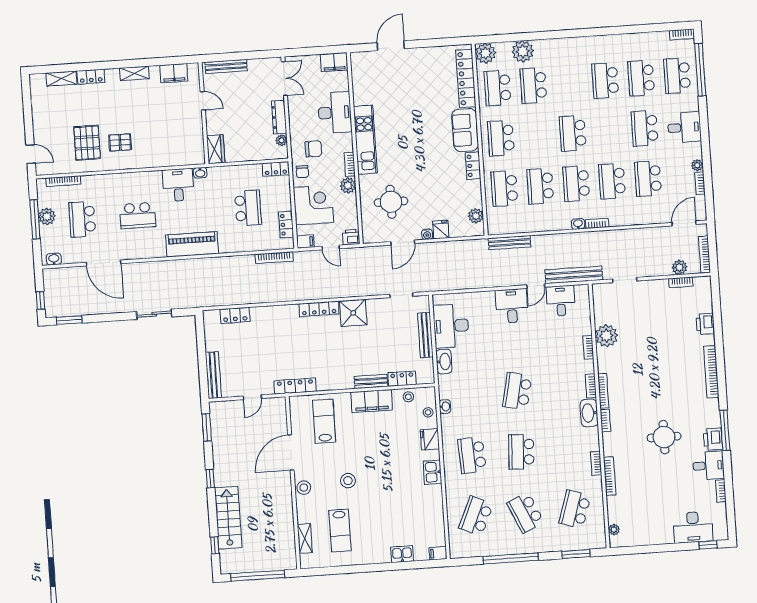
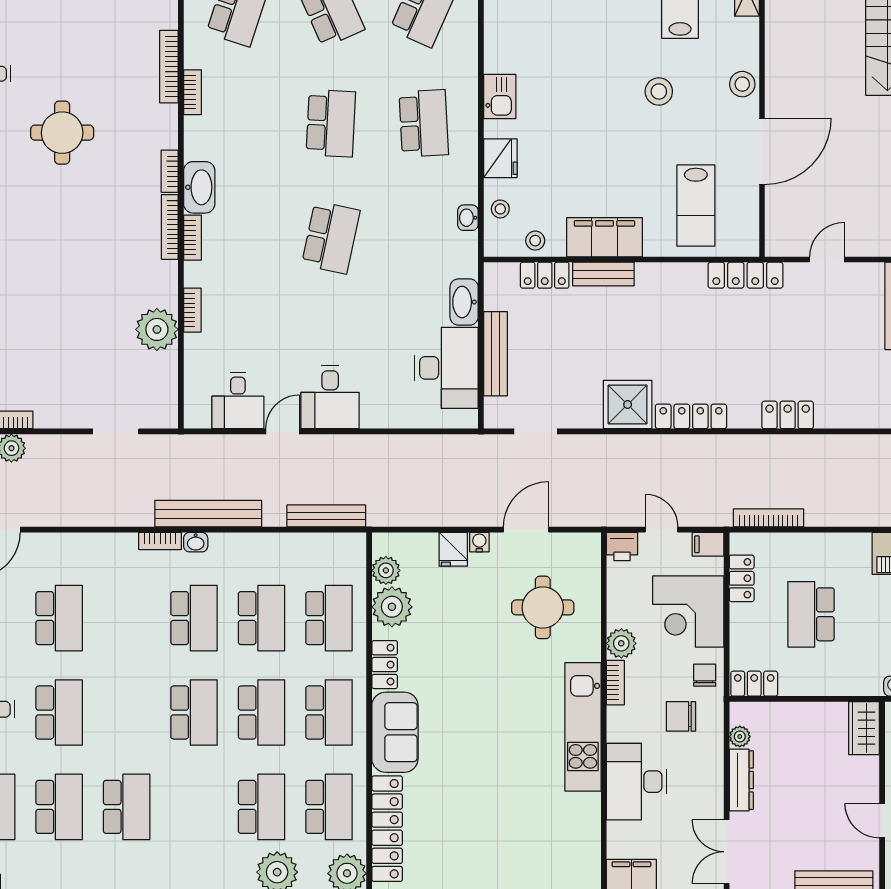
school desk: (612, 181) -> (262, 713), moved
plant: (471, 197) -> (392, 607), added
bench: (574, 275) -> (208, 514), moved
locker: (235, 315) -> (788, 415), moved

